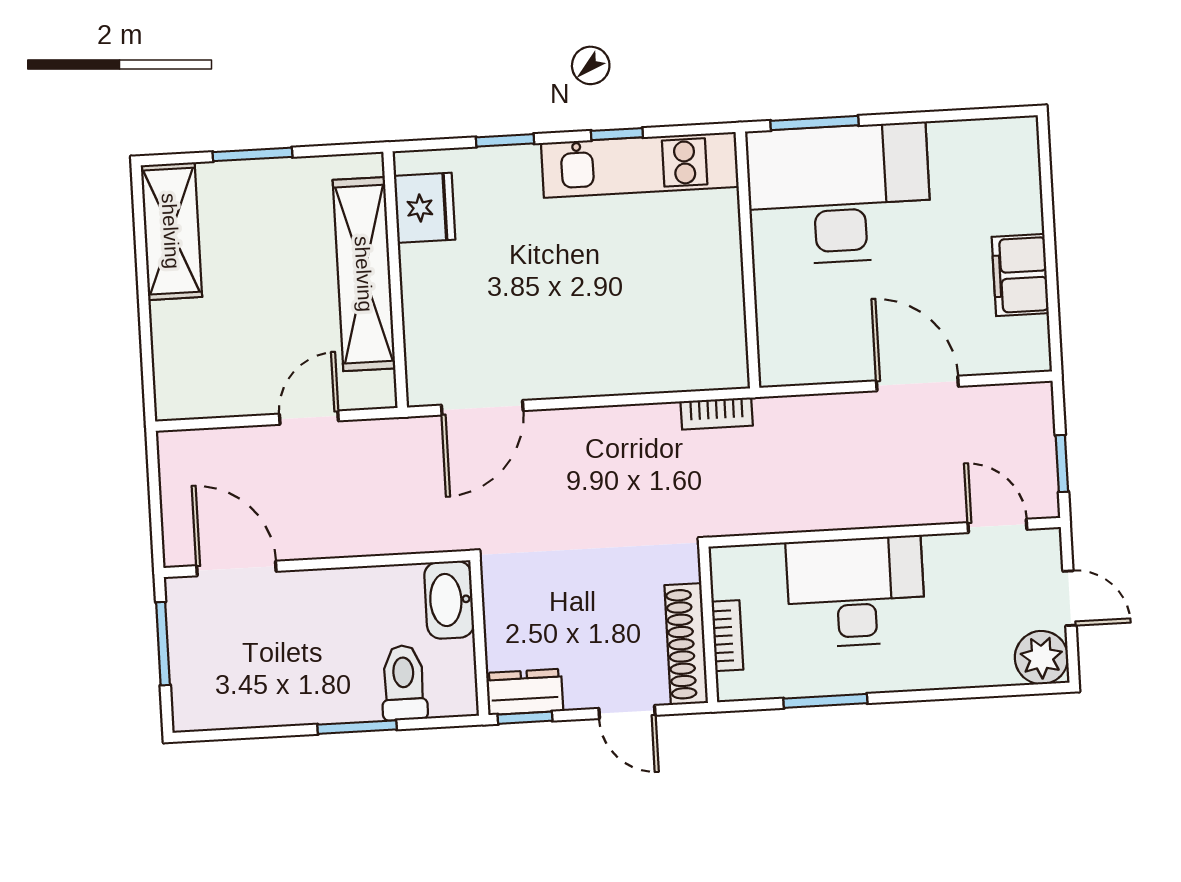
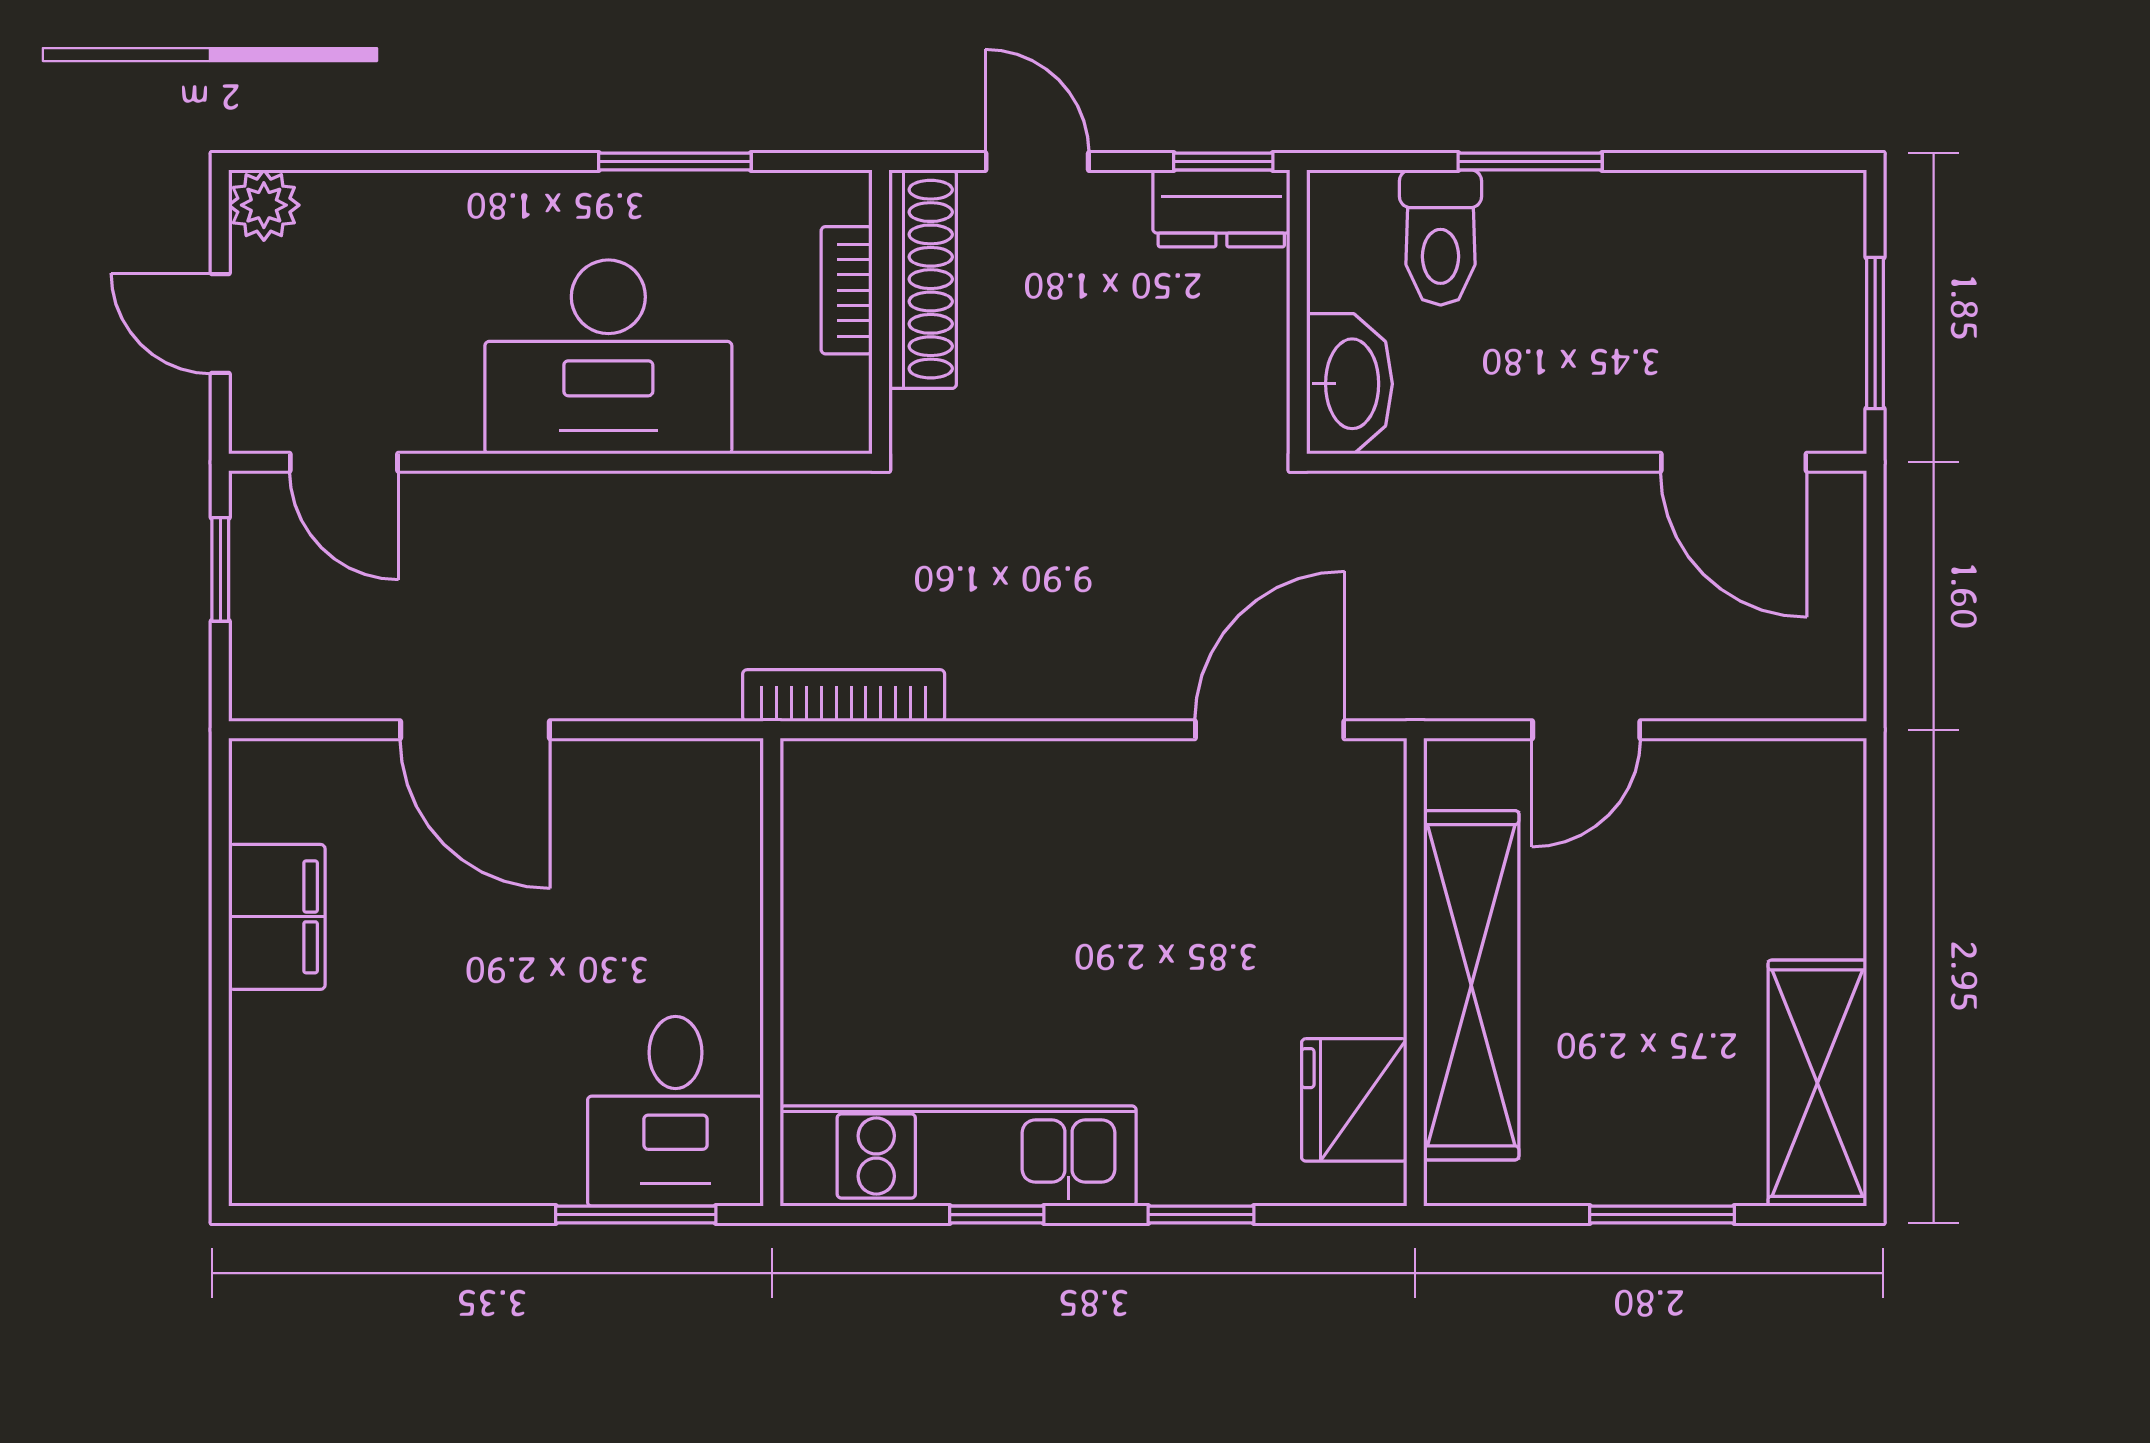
desk: (839, 194) -> (675, 1111), width x0.53, depth x0.77
bookcase: (717, 414) -> (844, 696), width x1.56
plant: (1041, 658) -> (264, 205), width x0.73, depth x0.73

